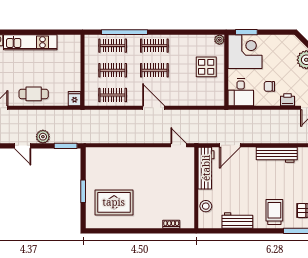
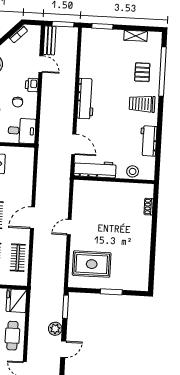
fridge: (75, 99) -> (16, 301), width x1.88, depth x1.34
door: (179, 145) -> (69, 227), moved
rug: (114, 202) -> (92, 264), moved, turned 90

